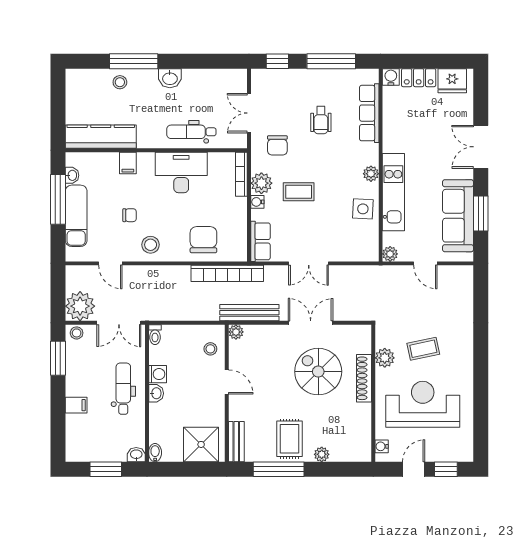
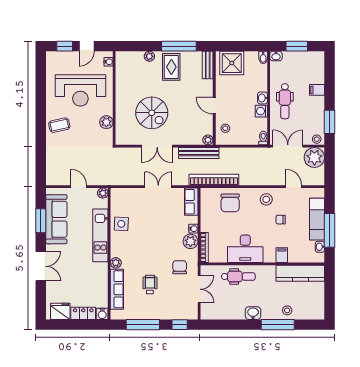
plant: (371, 174) -> (116, 263), moved
coffee table: (299, 192) -> (165, 236), removed
coffee table: (423, 349) -> (59, 125), moved
shoe rack: (364, 378) -> (121, 108), removed

